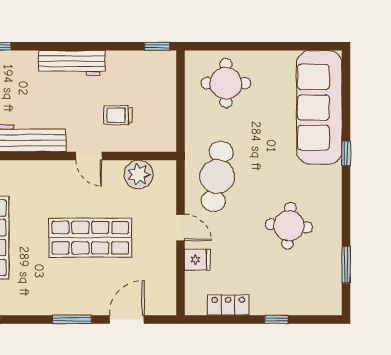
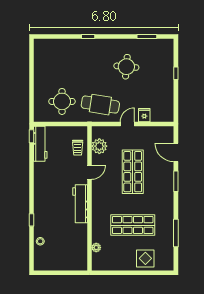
workbench: (72, 63) -> (40, 144), moved
round table: (226, 83) -> (62, 101), moved
sofa: (319, 107) -> (64, 51), removed
trolley: (118, 115) -> (78, 148), moved
locker: (228, 305) -> (168, 99), removed

